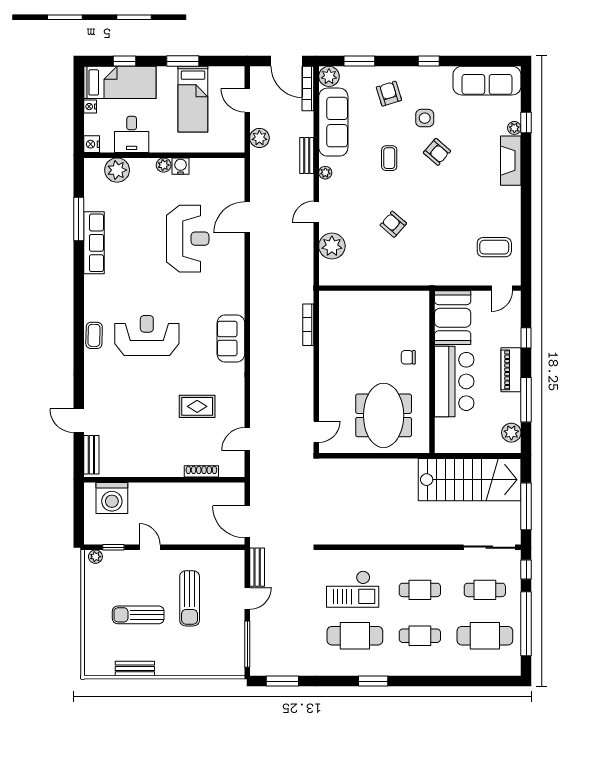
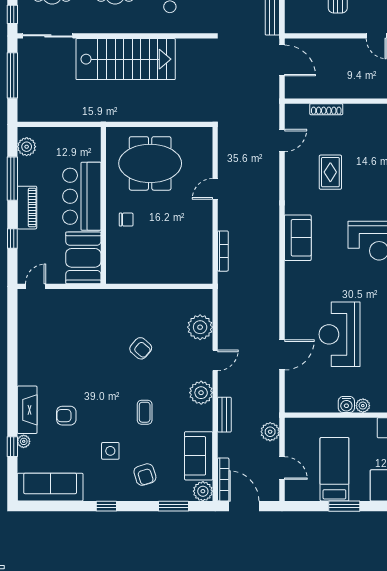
sofa: (333, 122) -> (199, 456), width x0.73
armchair: (437, 152) -> (66, 416), moved, turned -41
plant: (325, 173) -> (201, 393), width x1.87, depth x1.87
coffee table: (494, 247) -> (43, 326), removed
rug: (197, 406) -> (330, 172), turned 90
meeting table: (384, 415) -> (150, 163), turned 90
door: (316, 432) -> (215, 189), moved
stairs: (470, 480) -> (126, 59), moved, turned 180

